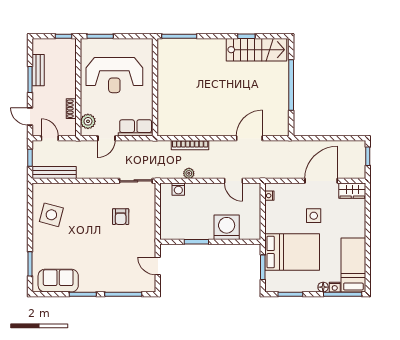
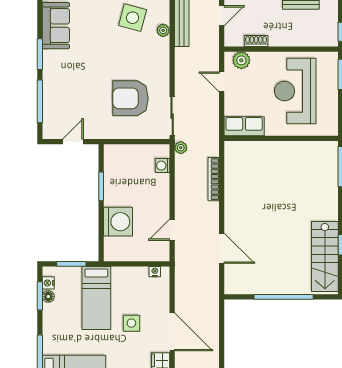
row of seats: (136, 128) -> (244, 126), moved, turned -90
plant: (189, 173) -> (181, 148), moved
plant: (62, 189) -> (163, 30), added
armchair: (121, 217) -> (130, 98), width x1.88, depth x1.88
bed: (292, 252) -> (96, 298), width x0.67
floor lamp: (323, 287) -> (48, 297), moved
nightstand: (335, 287) -> (48, 283), moved

